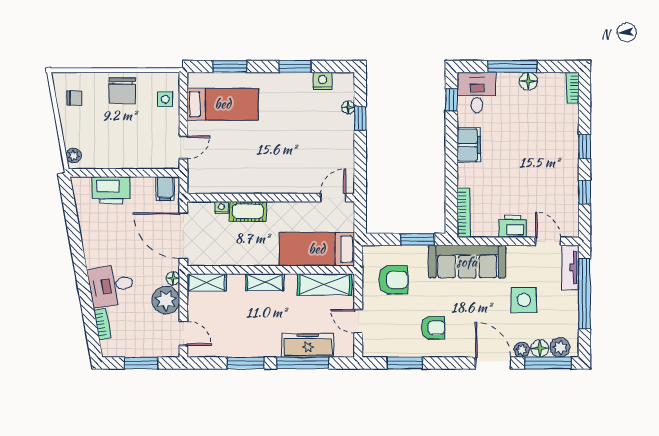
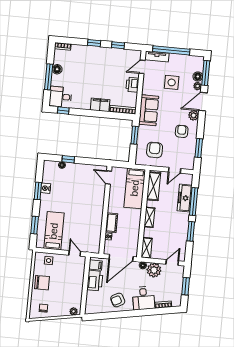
nightstand: (323, 81) -> (46, 188), moved
filing cabinet: (469, 145) -> (100, 105), moved
printer: (111, 190) -> (95, 281), moved
armchair: (103, 237) -> (118, 300), added
sofa: (467, 262) -> (149, 110), width x0.73
plant: (560, 347) -> (194, 115), moved

